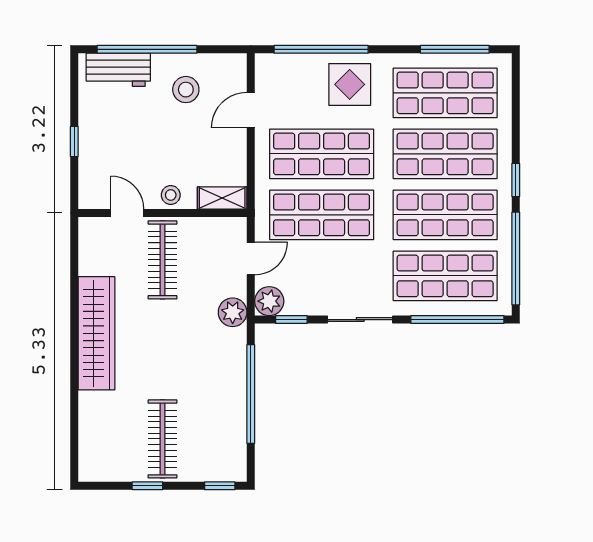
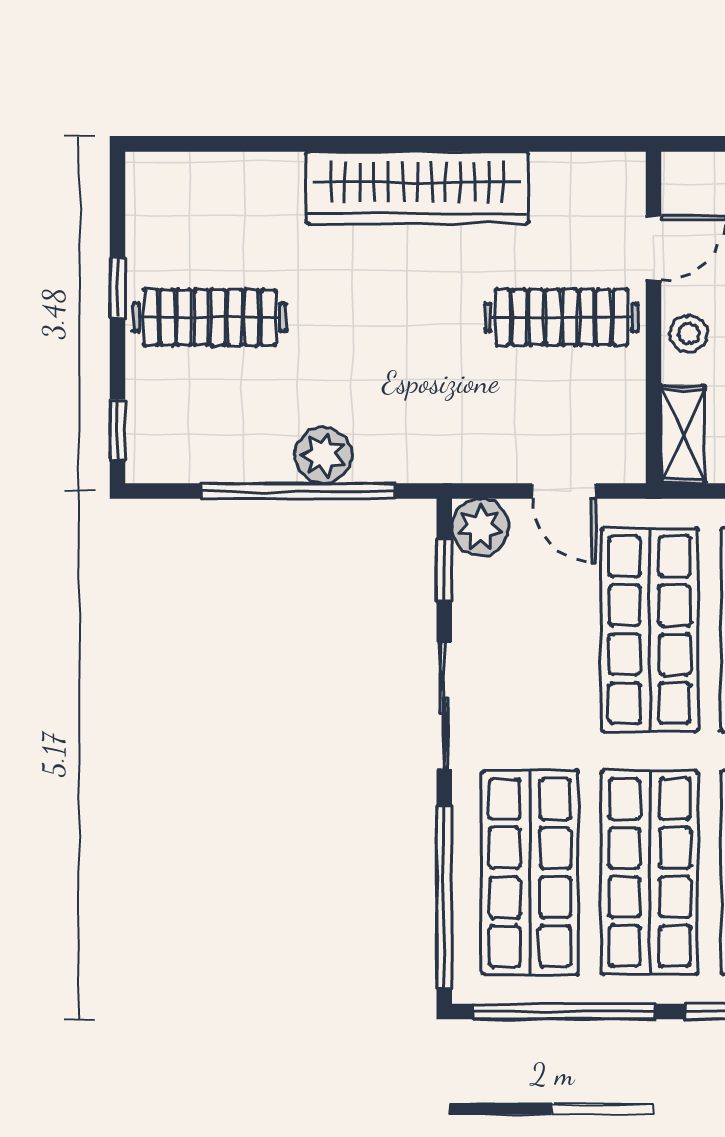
plant: (233, 312) -> (323, 455), moved

